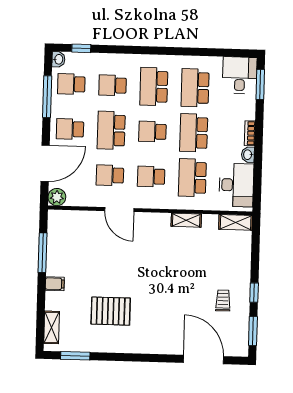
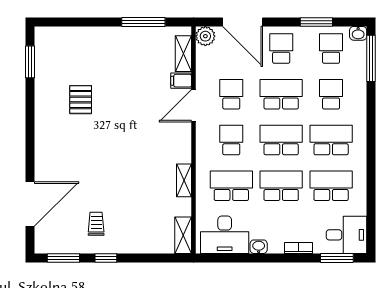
window: (81, 48) -> (371, 58), width x2.17
window: (47, 97) -> (316, 22), width x0.69
school desk: (152, 132) -> (281, 140), width x1.85
bookcase: (250, 133) -> (299, 248), moved
filing cabinet: (55, 284) -> (181, 81), moved, turned 90
trolley: (223, 301) -> (96, 224), turned -90
pallet: (111, 311) -> (81, 100), width x0.67, depth x0.71
shelving: (52, 327) -> (183, 54), moved, turned 90

